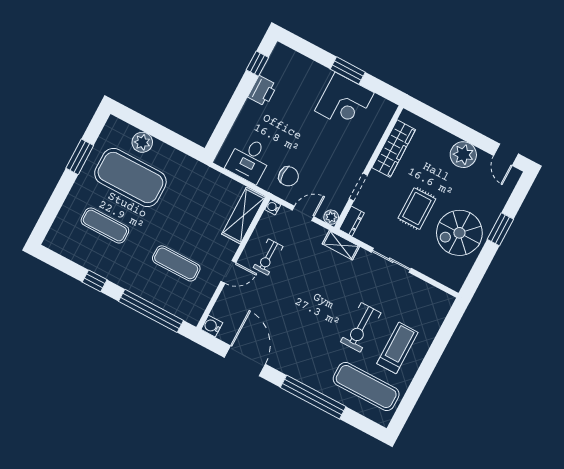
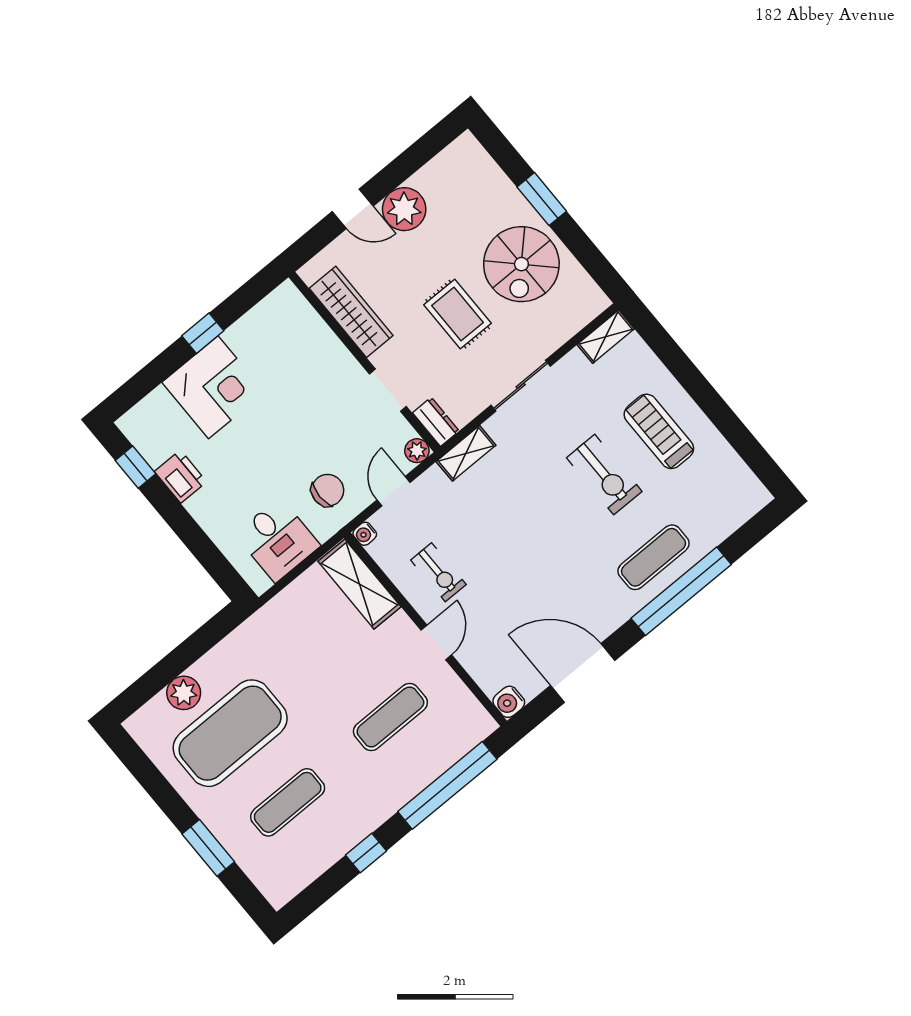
window: (348, 71) -> (203, 333), width x0.67
corner desk: (344, 102) -> (213, 387), moved
door: (506, 155) -> (353, 209), moved
window: (80, 157) -> (208, 848), moved
shelving: (438, 297) -> (606, 337), added
exercise mat: (366, 387) -> (654, 557), moved, width x0.73, depth x0.69

